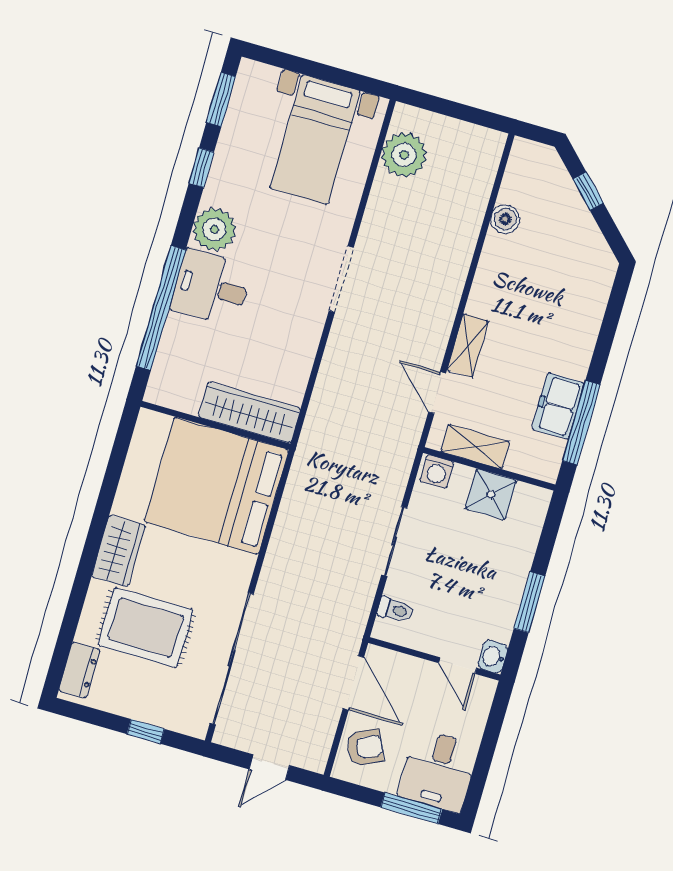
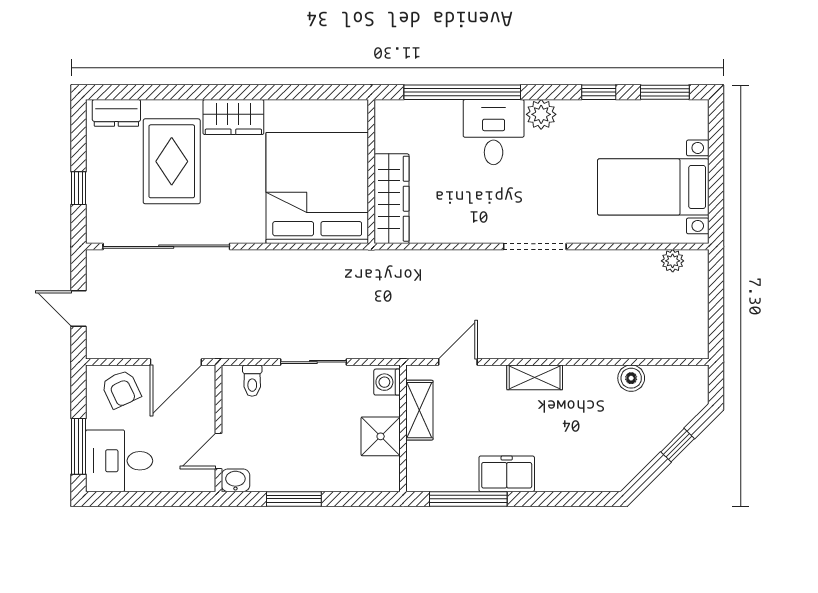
plant: (404, 155) -> (673, 261), width x0.53, depth x0.53
plant: (214, 229) -> (541, 114), width x0.73, depth x0.73
shelving: (468, 346) -> (535, 377), moved
freezer: (558, 406) -> (507, 474), moved

